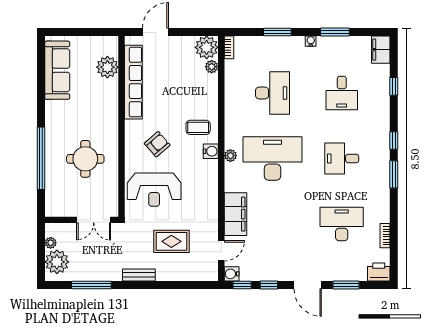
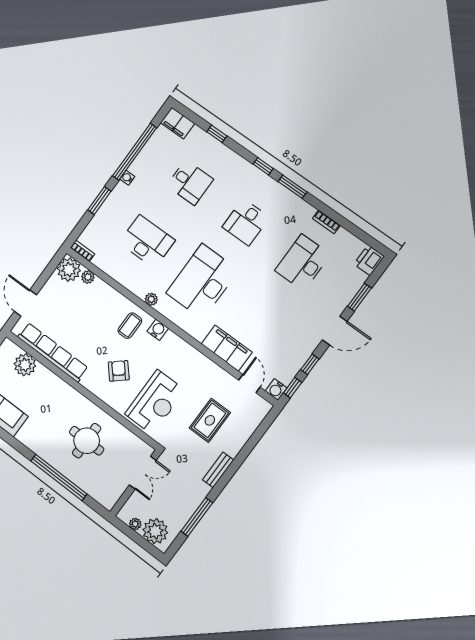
window: (335, 32) -> (135, 152), width x2.11
plant: (230, 156) -> (151, 299), moved
bookcase: (385, 236) -> (326, 222), moved

